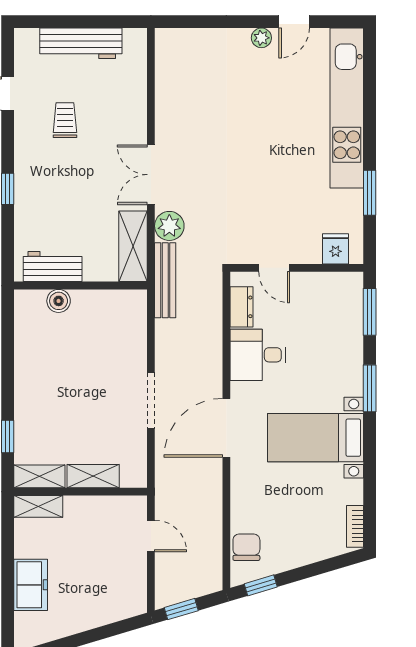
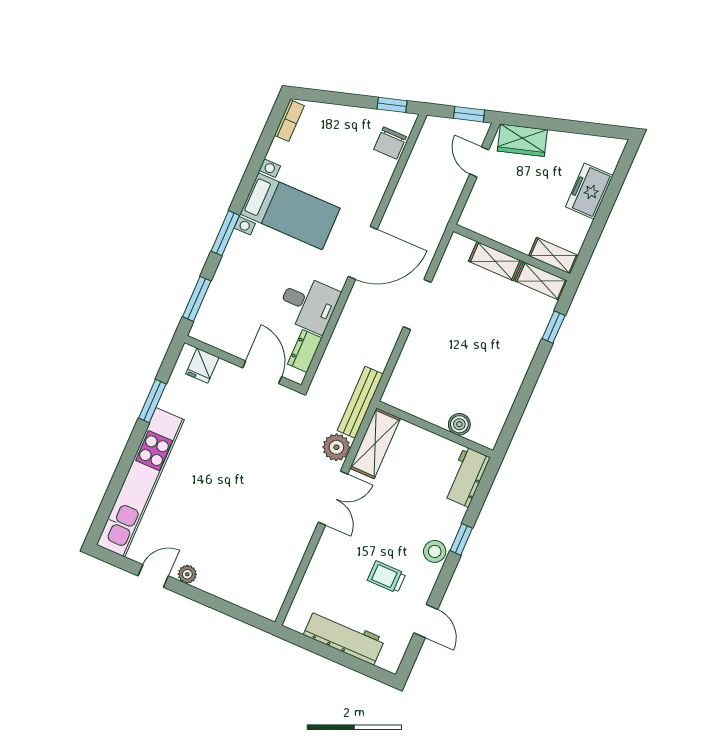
trolley: (65, 120) -> (386, 577), turned 90
stool: (29, 166) -> (435, 551), added
workbench: (53, 267) -> (467, 477), moved, turned 90
door: (274, 268) -> (262, 372), width x1.38
door: (151, 536) -> (479, 162), moved
wardrobe: (118, 606) -> (522, 140), added

